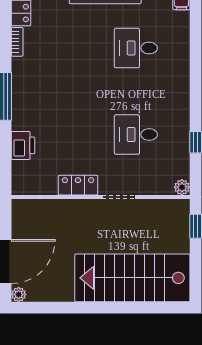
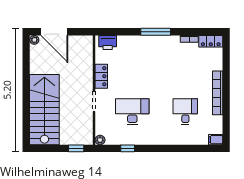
desk: (136, 135) -> (132, 112), width x1.37
printer: (23, 145) -> (108, 42), moved

